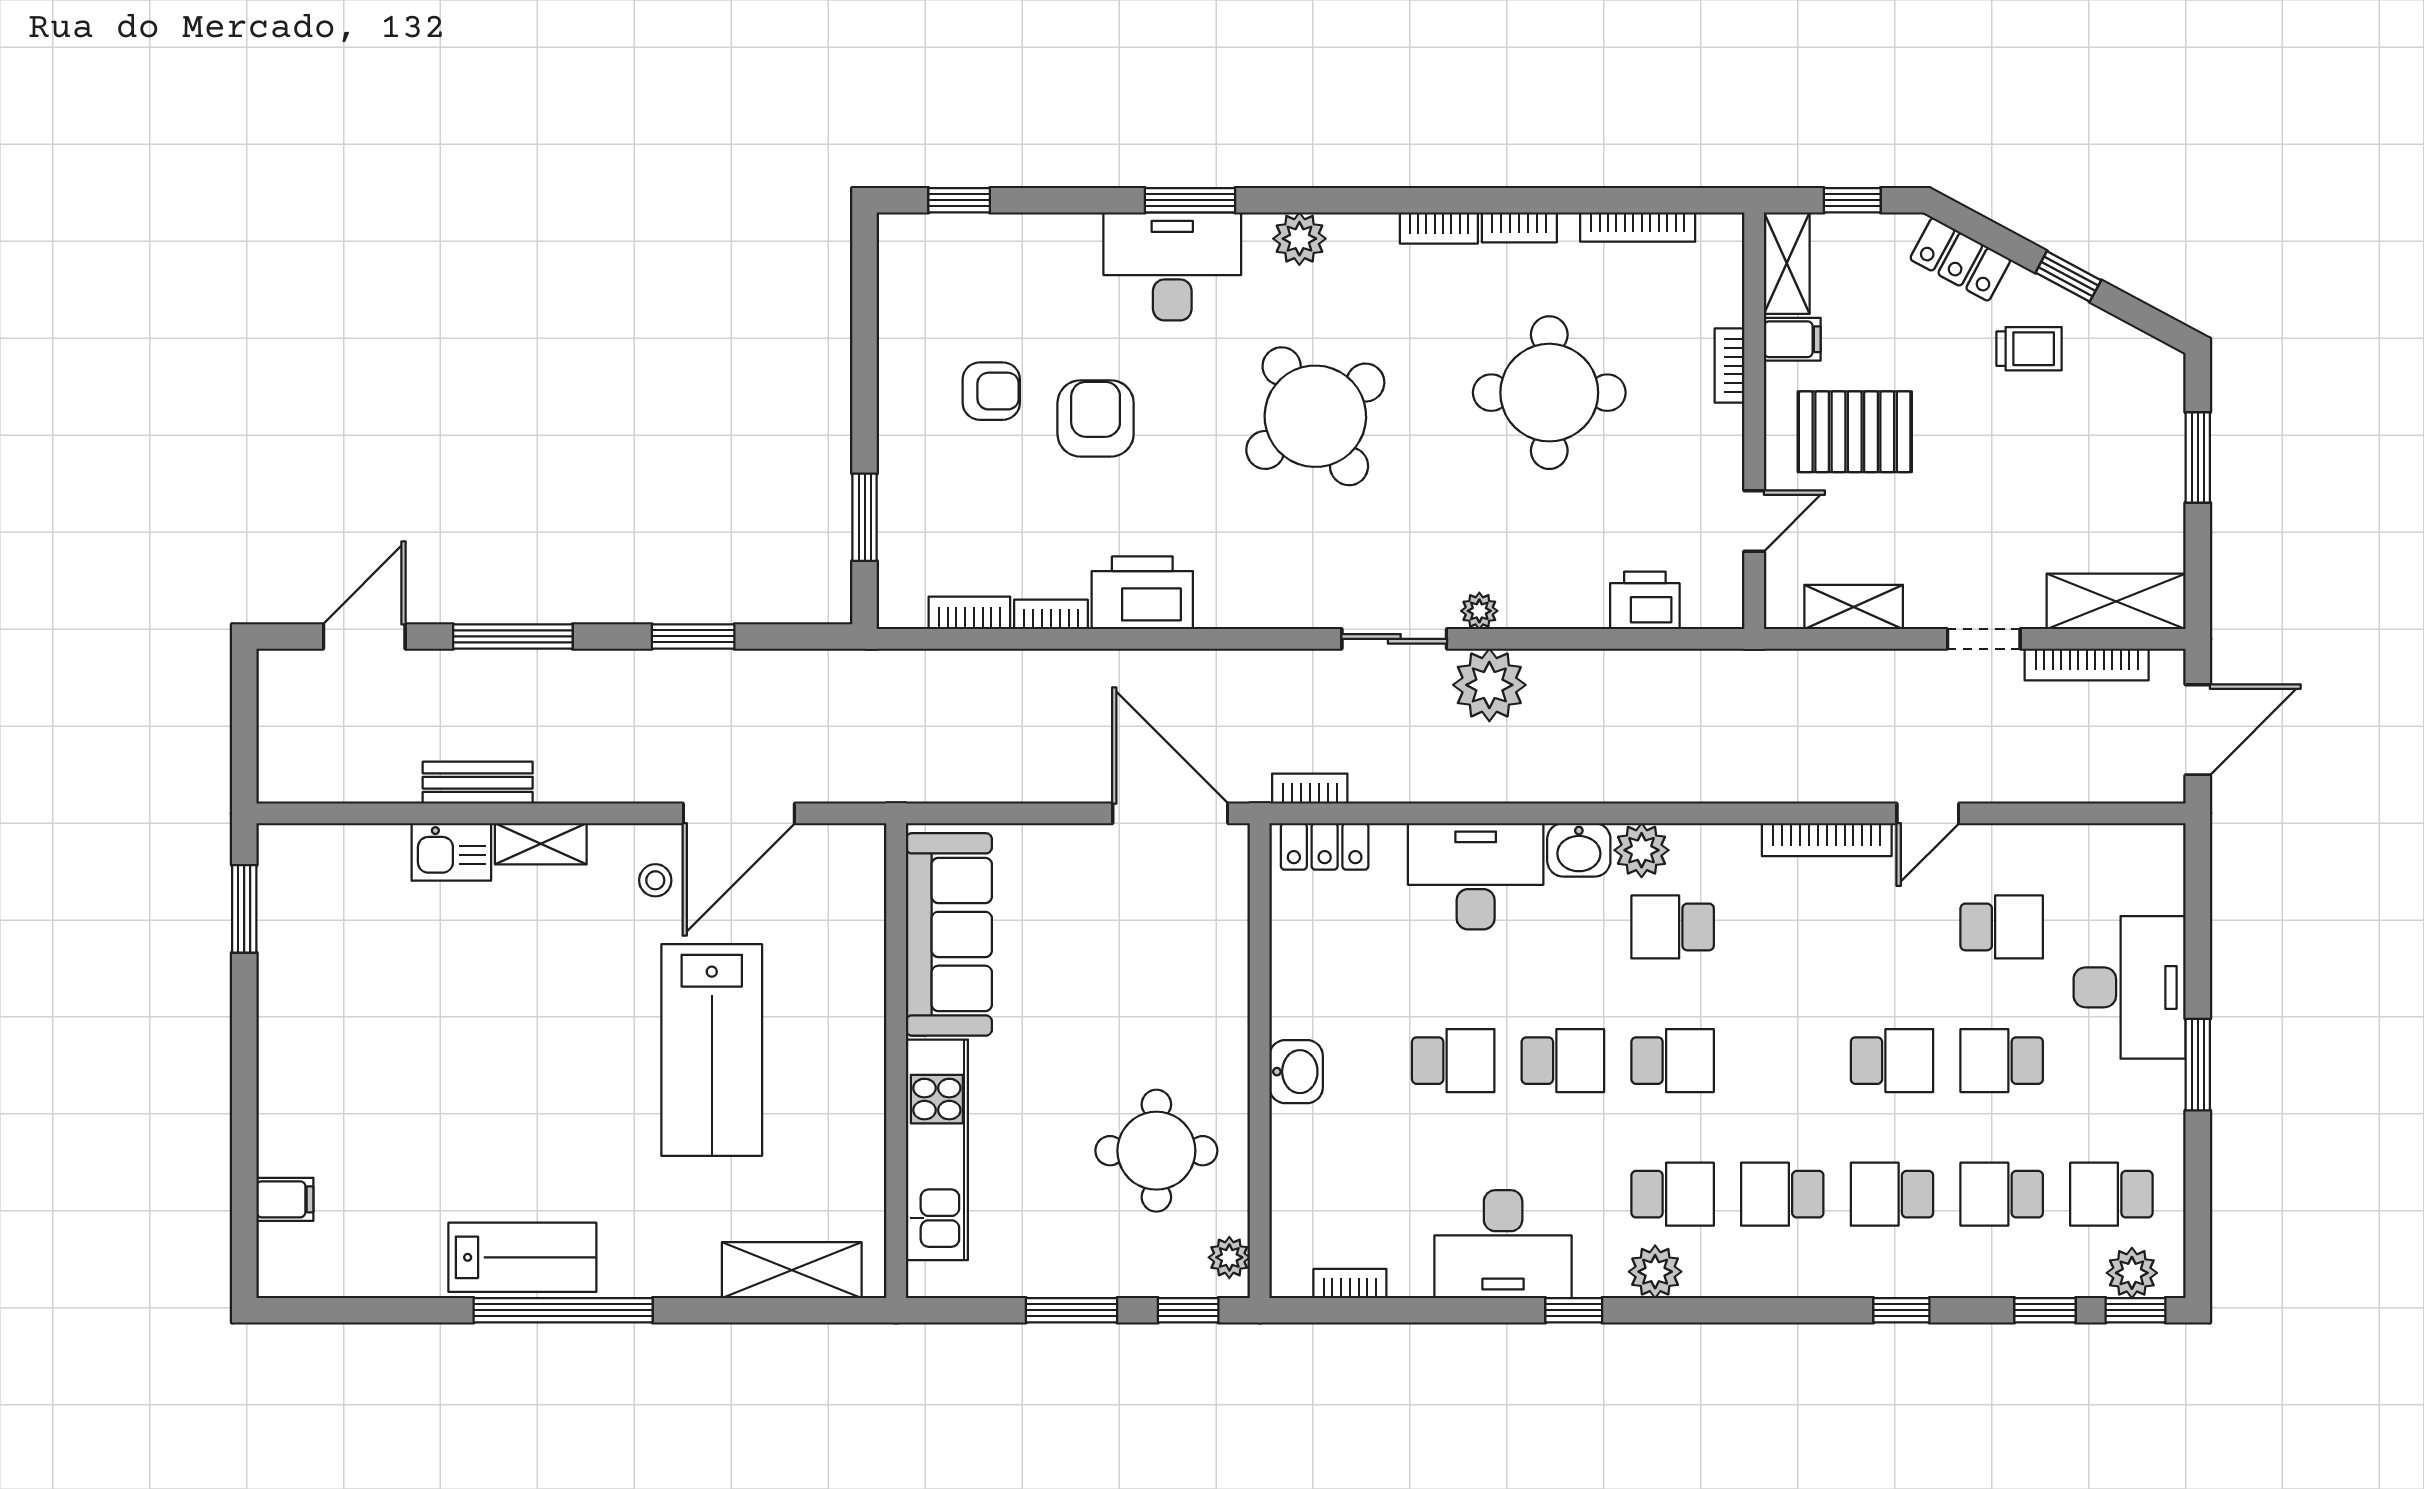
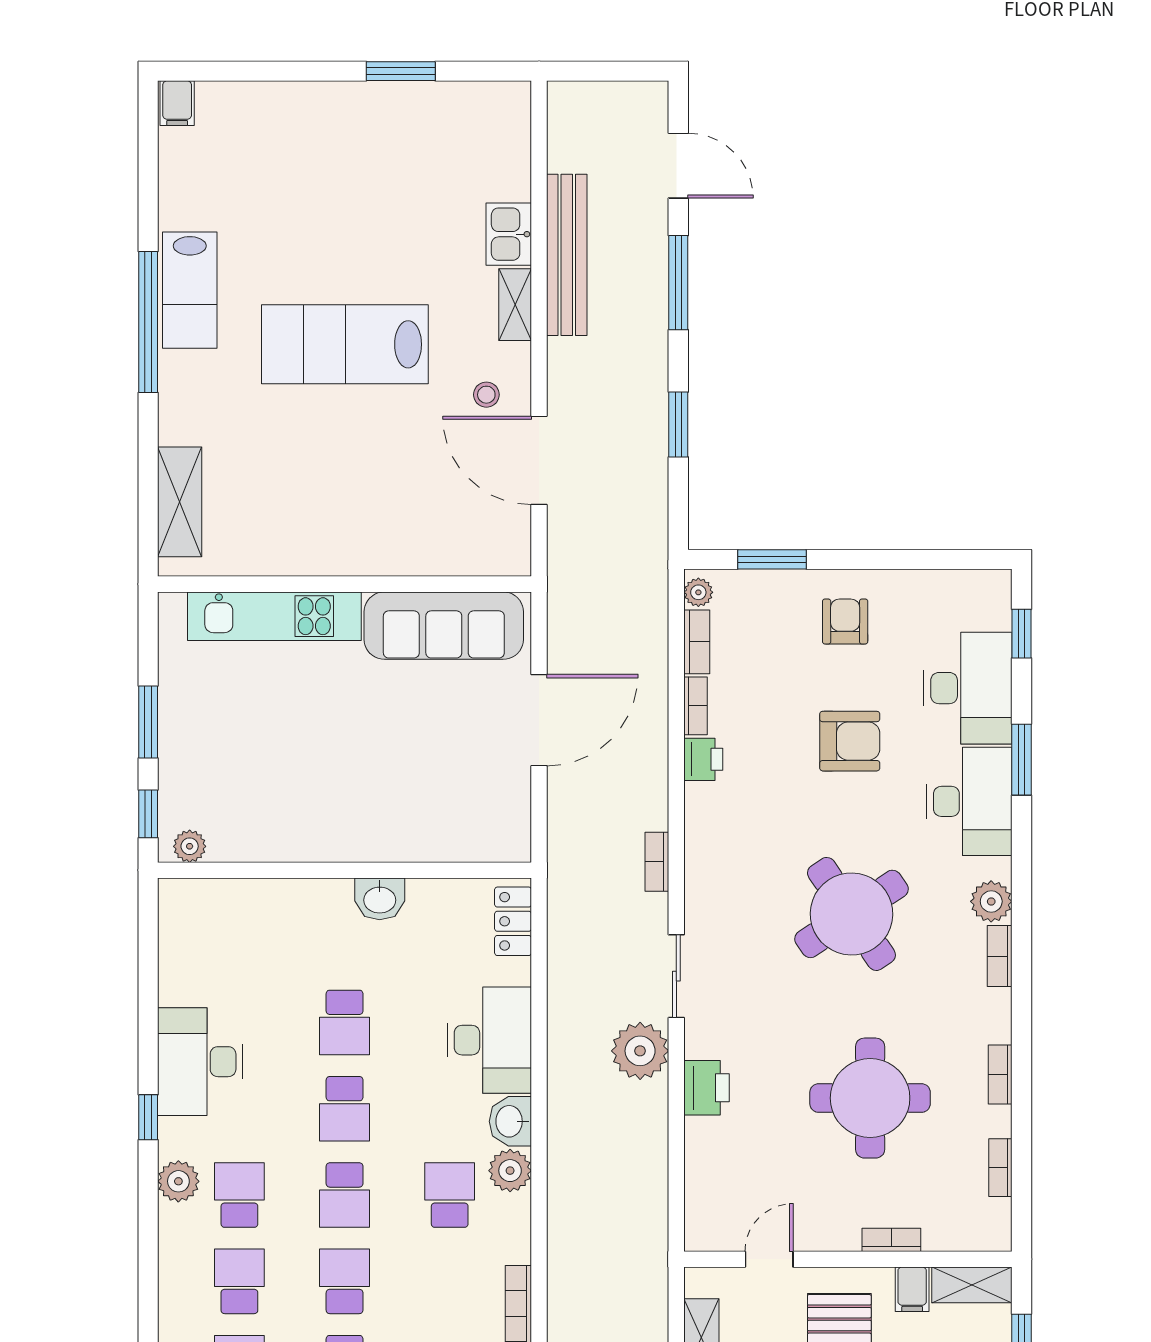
window: (1190, 200) -> (1021, 760), moved
bookcase: (1638, 227) -> (1000, 1168), width x0.64
bookcase: (1439, 228) -> (1000, 956), moved
desk: (1028, 268) -> (968, 688), added
armchair: (991, 391) -> (845, 621), moved, turned 180
door: (1754, 521) -> (769, 1259), swing flipped
printer: (1142, 593) -> (703, 759), width x0.53, depth x0.68
printer: (1645, 600) -> (707, 1088), moved
plant: (1479, 611) -> (698, 592), moved
bench: (478, 783) -> (567, 255), width x1.86, depth x1.21
bookcase: (1310, 789) -> (657, 862), moved, turned 180
door: (1170, 813) -> (539, 720), moved
window: (244, 909) -> (401, 71), moved
lab bench: (712, 1050) -> (345, 344), moved
school desk: (1782, 1061) -> (345, 1281), added
washbasin: (1296, 1072) -> (380, 899), moved
round table: (1156, 1151) -> (274, 789), removed
school desk: (1673, 1194) -> (239, 1195), turned 180
filing cabinet: (285, 1199) -> (177, 103), moved
bookcase: (1350, 1284) -> (169, 941), removed

